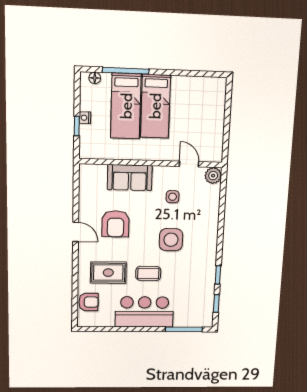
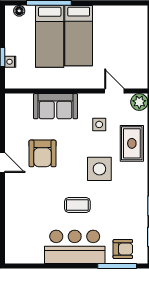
nightstand: (85, 118) -> (10, 62), moved
rug: (108, 273) -> (132, 143), moved, turned 90
armchair: (89, 302) -> (123, 249), moved

